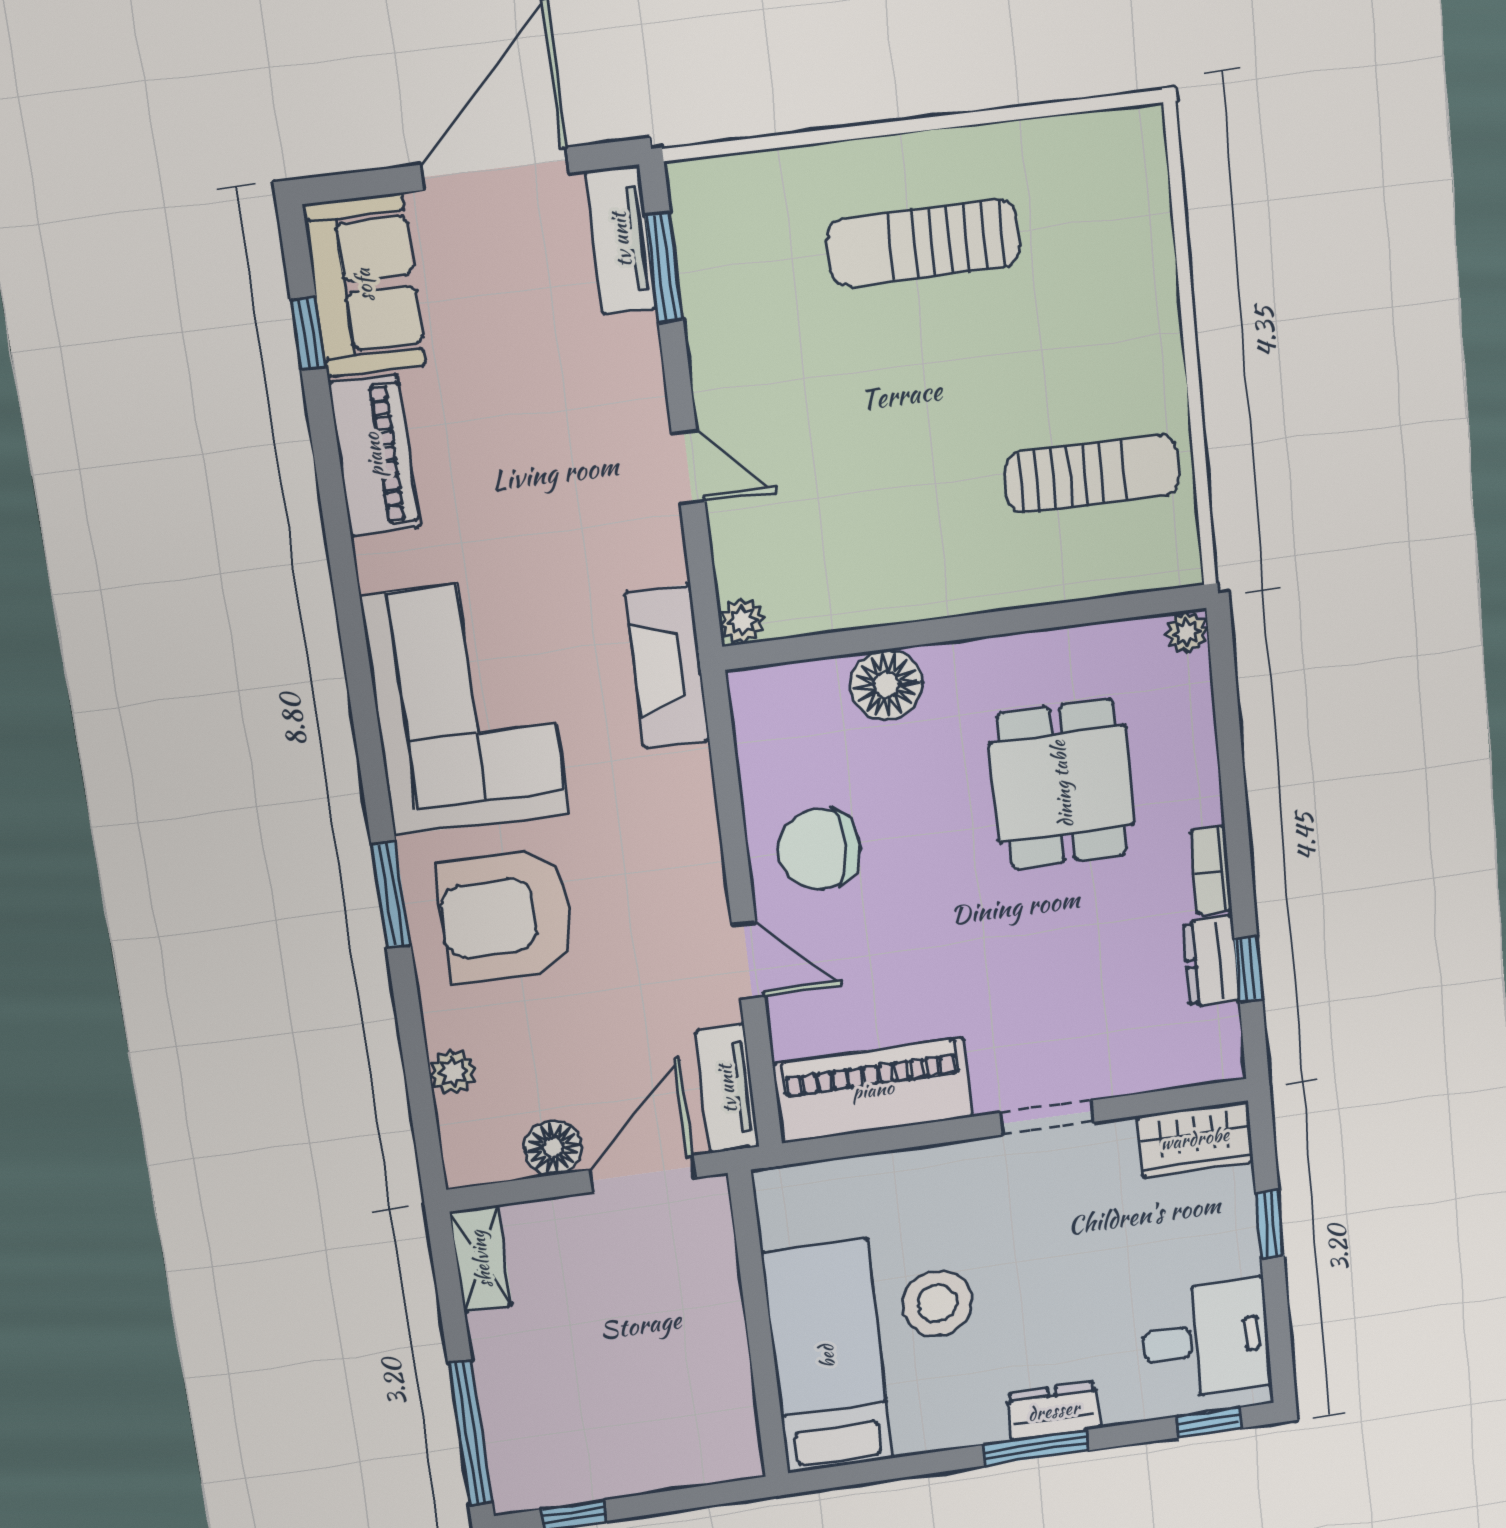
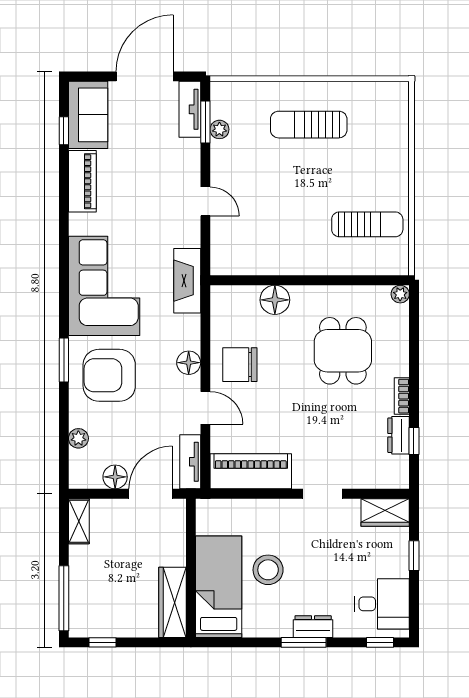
plant: (742, 621) -> (219, 129), moved
floor lamp: (695, 861) -> (189, 363), added
wardrobe: (725, 1405) -> (172, 602), added

